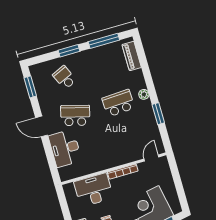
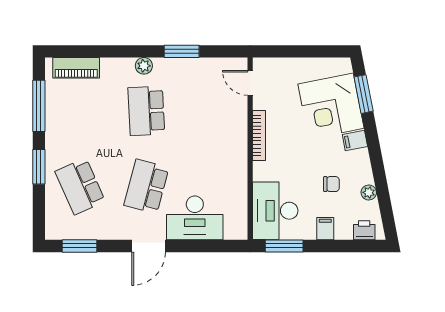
school desk: (64, 78) -> (80, 186), width x1.85
desk: (94, 190) -> (275, 211), moved
window: (64, 204) -> (284, 246), added

